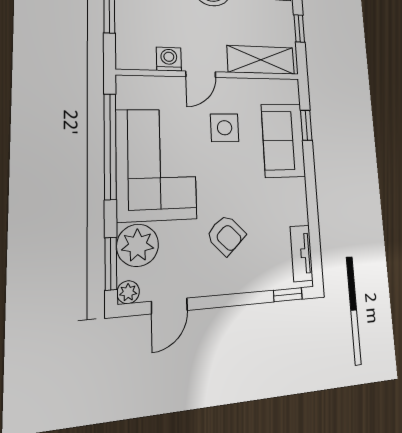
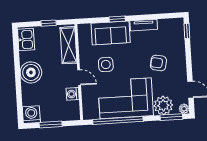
window: (306, 125) -> (117, 19), moved
armchair: (226, 235) -> (158, 63), turned -124
tv unit: (301, 253) -> (144, 25), moved

